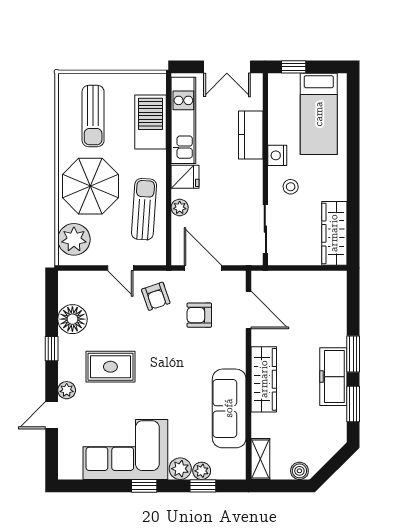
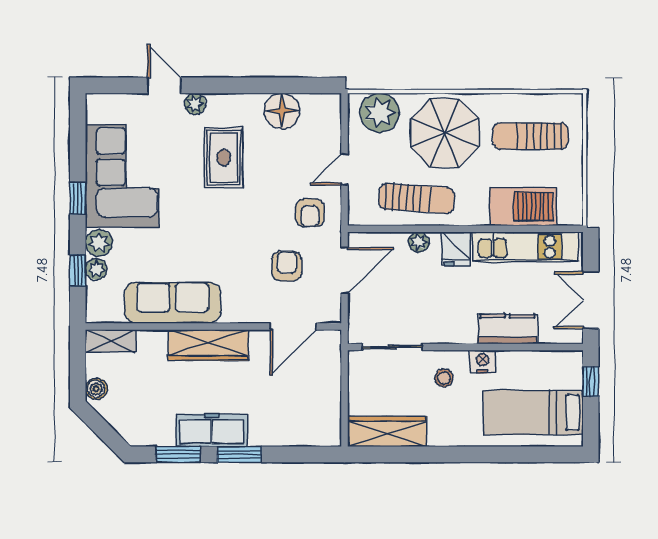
armchair: (156, 296) -> (310, 213), turned -71
window: (52, 349) -> (246, 85), removed

